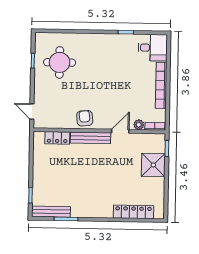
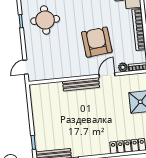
door: (32, 112) -> (26, 67), hinge flipped
armchair: (85, 118) -> (97, 42), moved, width x1.88, depth x1.88
locker: (57, 138) -> (51, 88), removed

